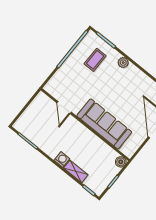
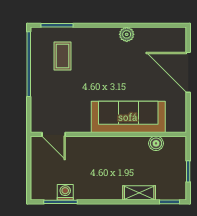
plant: (123, 63) -> (127, 34), moved
door: (64, 108) -> (54, 134), moved
washing machine: (62, 160) -> (65, 192), moved
boiler: (121, 162) -> (156, 143), moved

